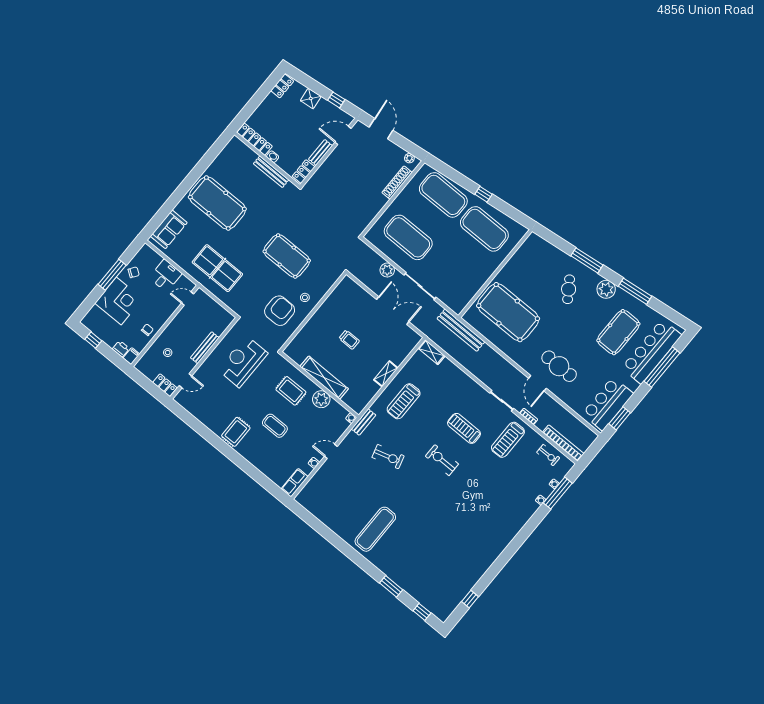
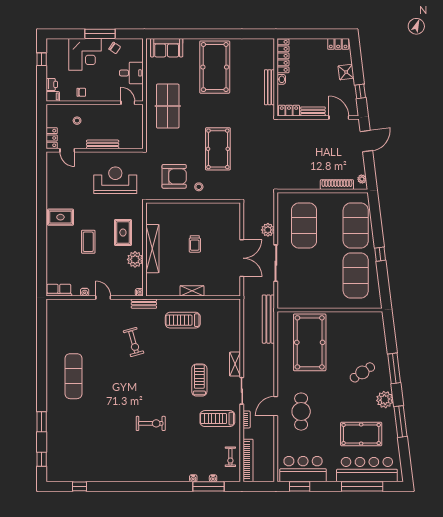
shelving: (432, 352) -> (235, 364), moved
exercise bike: (442, 460) -> (151, 423), moved, turned 90
exercise mat: (375, 529) -> (73, 376), turned 90

